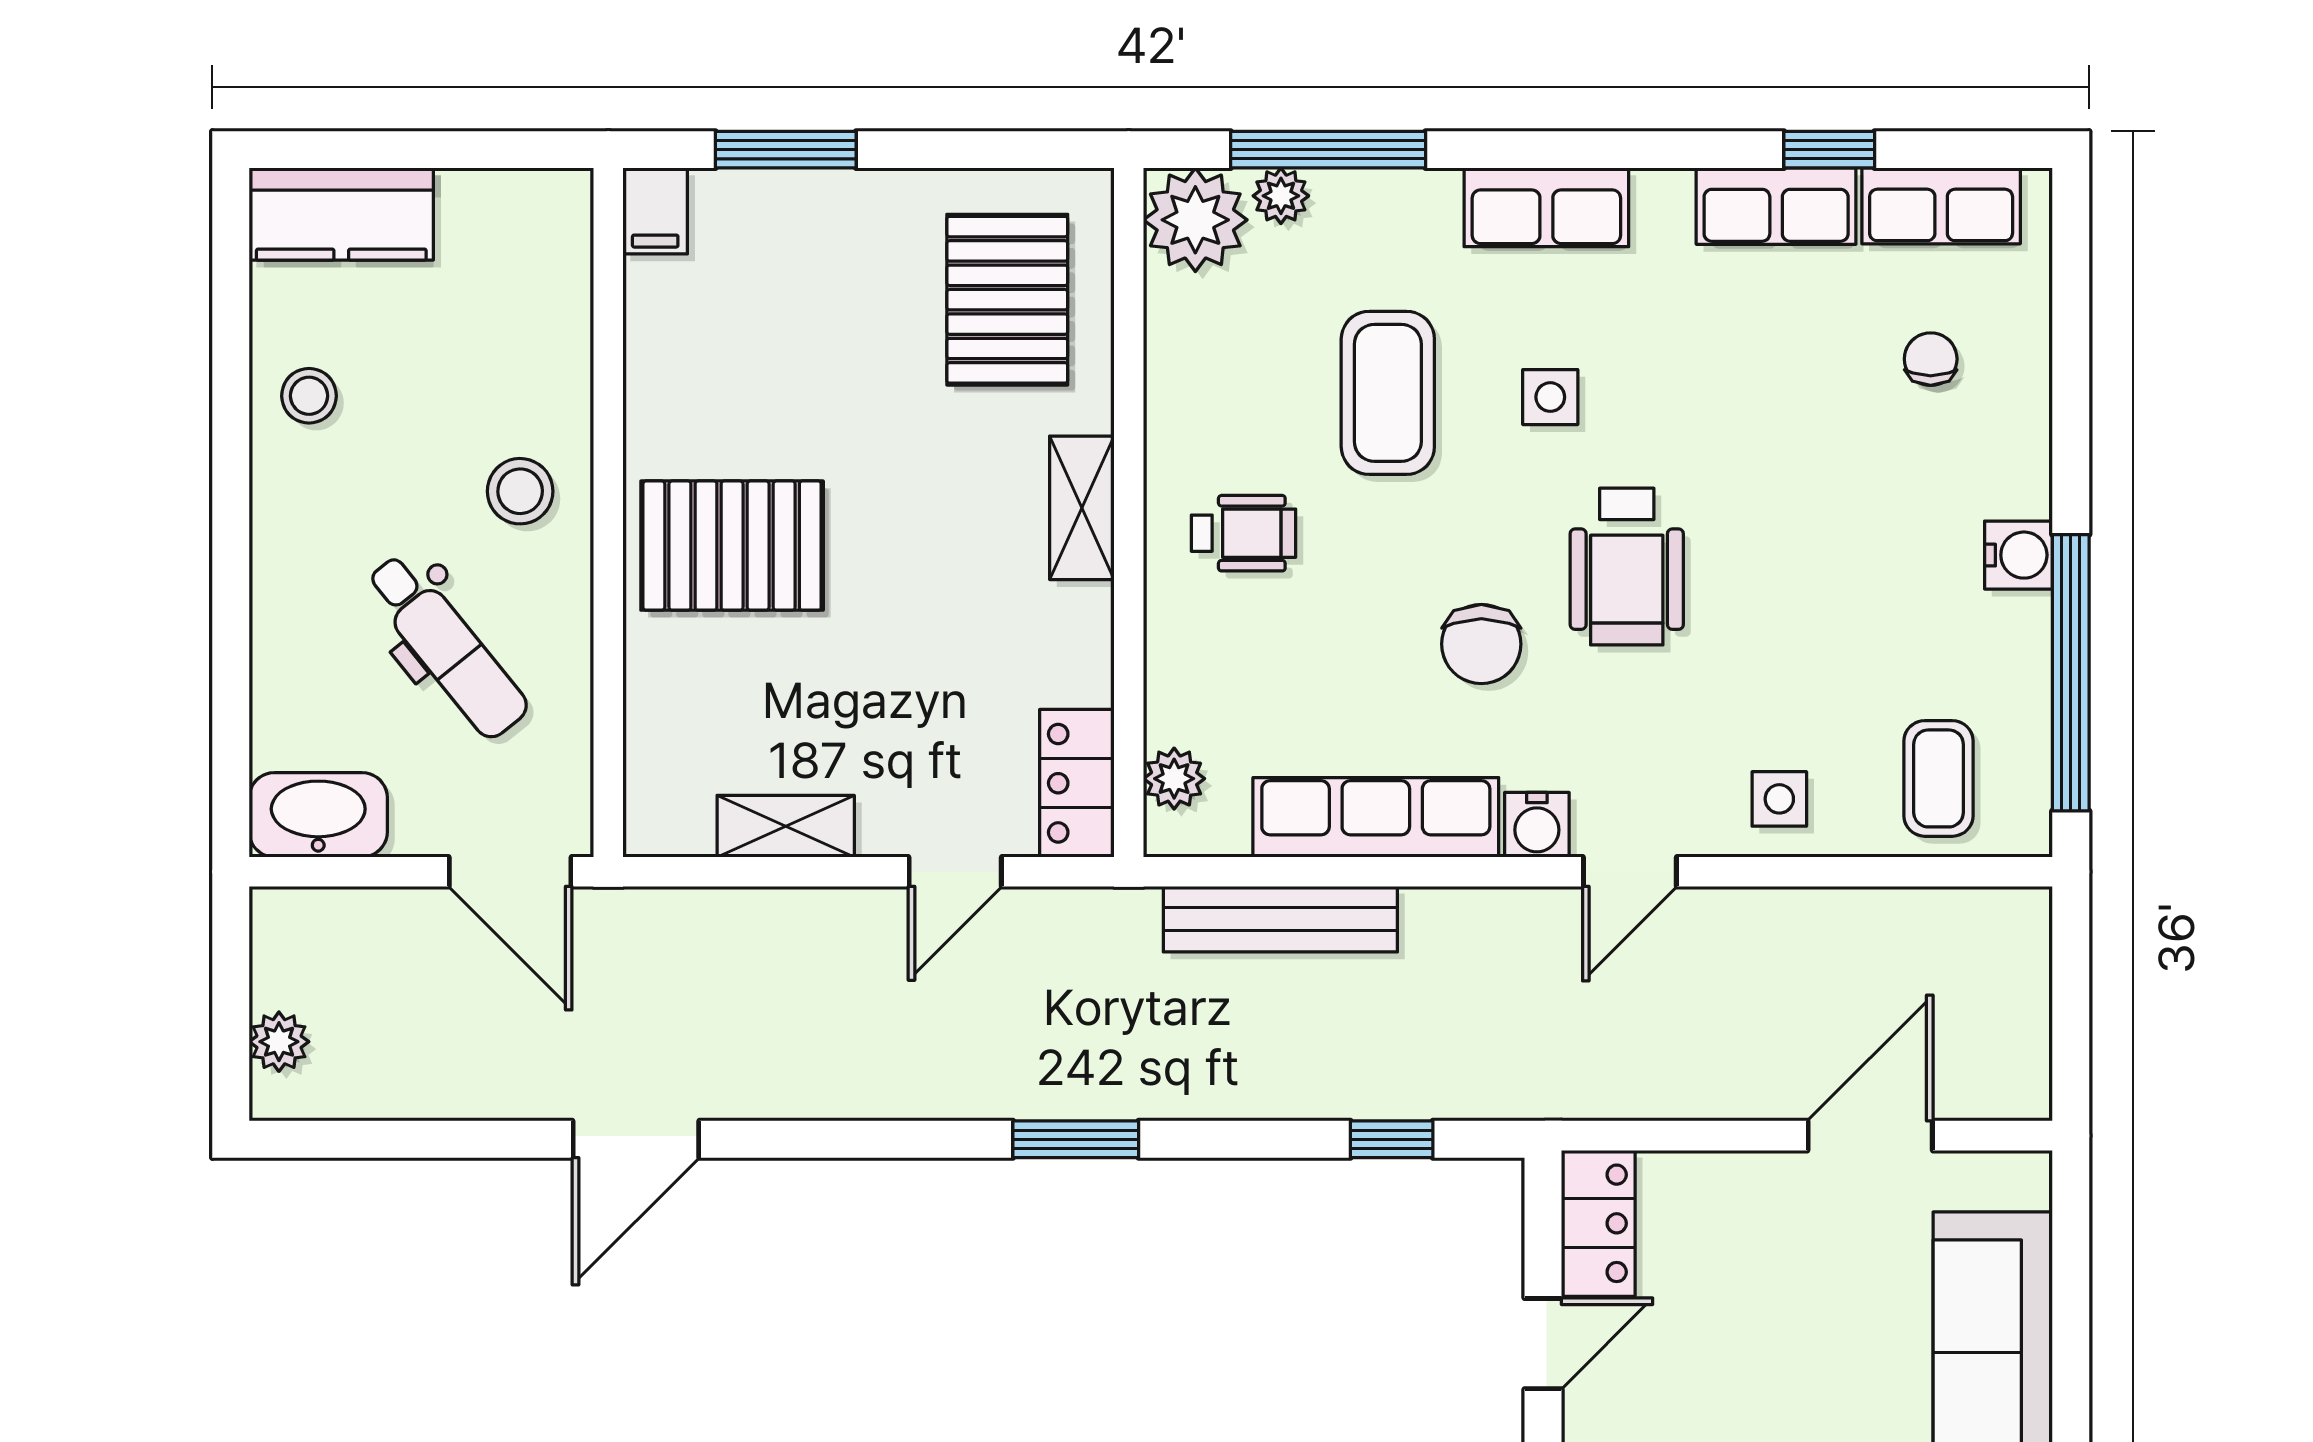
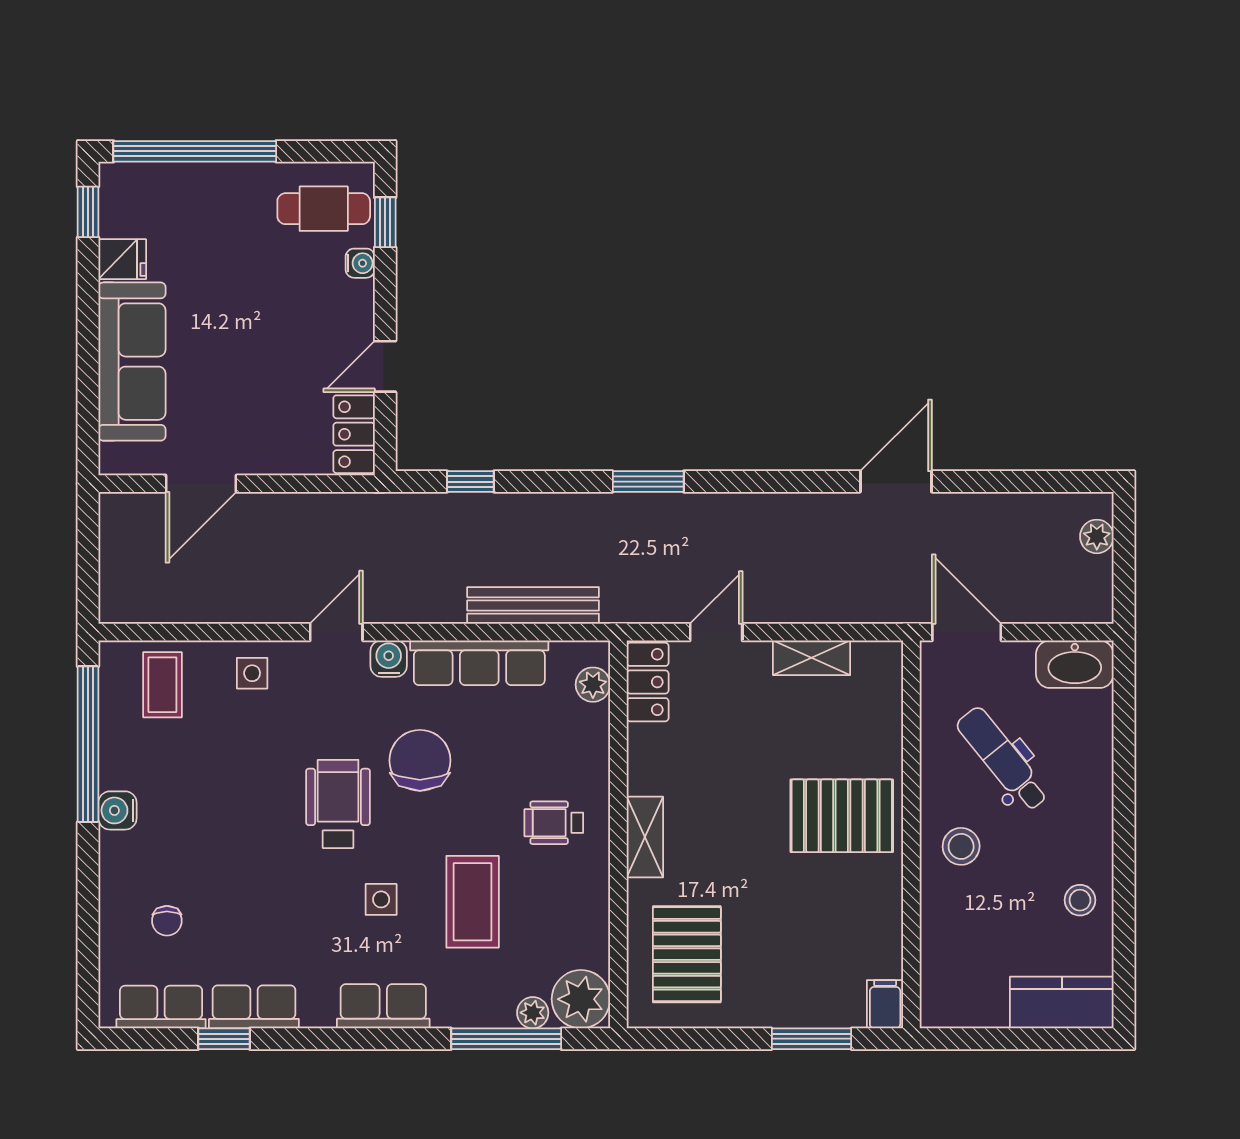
chair: (1481, 644) -> (420, 760), width x1.37, depth x1.37

